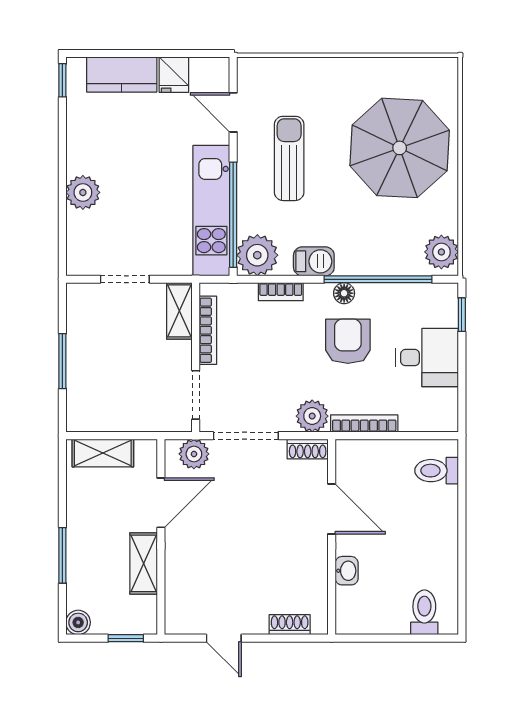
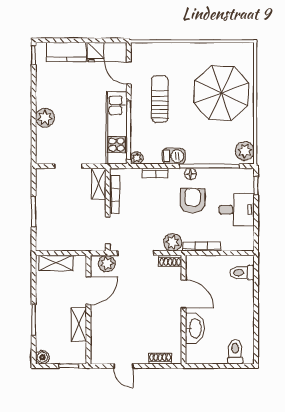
plant: (257, 255) -> (137, 158), width x0.53, depth x0.53
washbasin: (347, 571) -> (195, 328), width x1.91, depth x1.45

